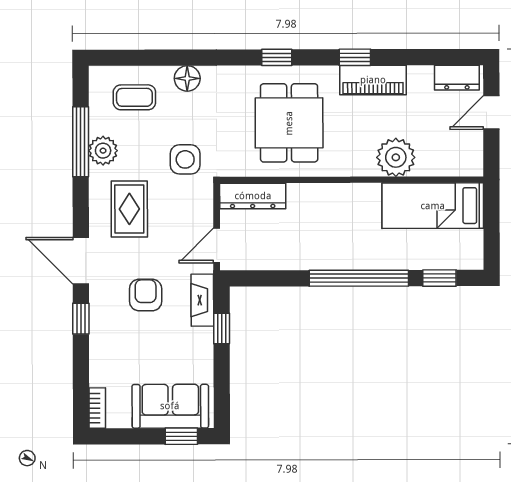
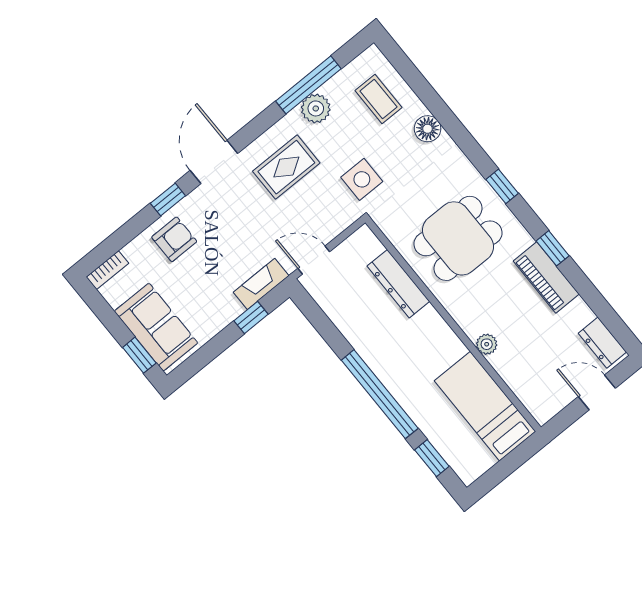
plant: (396, 157) -> (487, 344), width x0.53, depth x0.53
dresser: (253, 196) -> (398, 284), moved
armchair: (146, 295) -> (174, 239), moved

